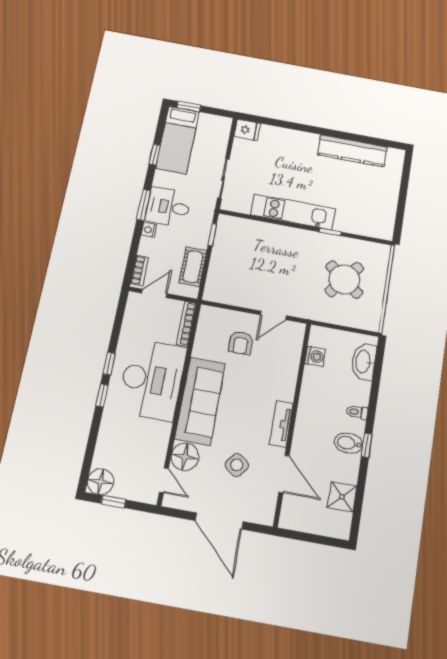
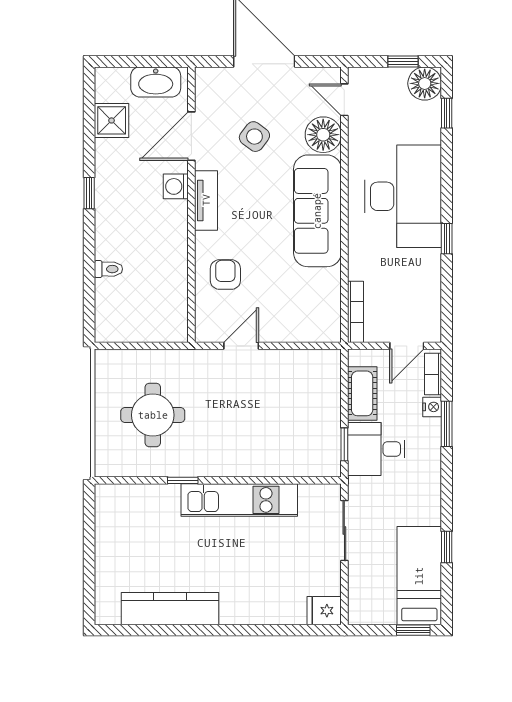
window: (144, 205) -> (447, 424), moved
desk: (168, 207) -> (376, 449), moved, turned 180
nightstand: (149, 230) -> (432, 407), moved
round table: (344, 280) -> (153, 415), turned -38
armchair: (241, 343) -> (225, 275), moved
washing machine: (315, 356) -> (176, 186), moved
washbasin: (364, 362) -> (156, 82), moved, turned 90
desk: (152, 380) -> (403, 196), moved, turned 180
window: (102, 395) -> (447, 113), moved
toilet: (357, 412) -> (108, 269), moved
bidet: (349, 443) -> (113, 192), removed
door: (284, 474) -> (191, 136), hinge flipped

